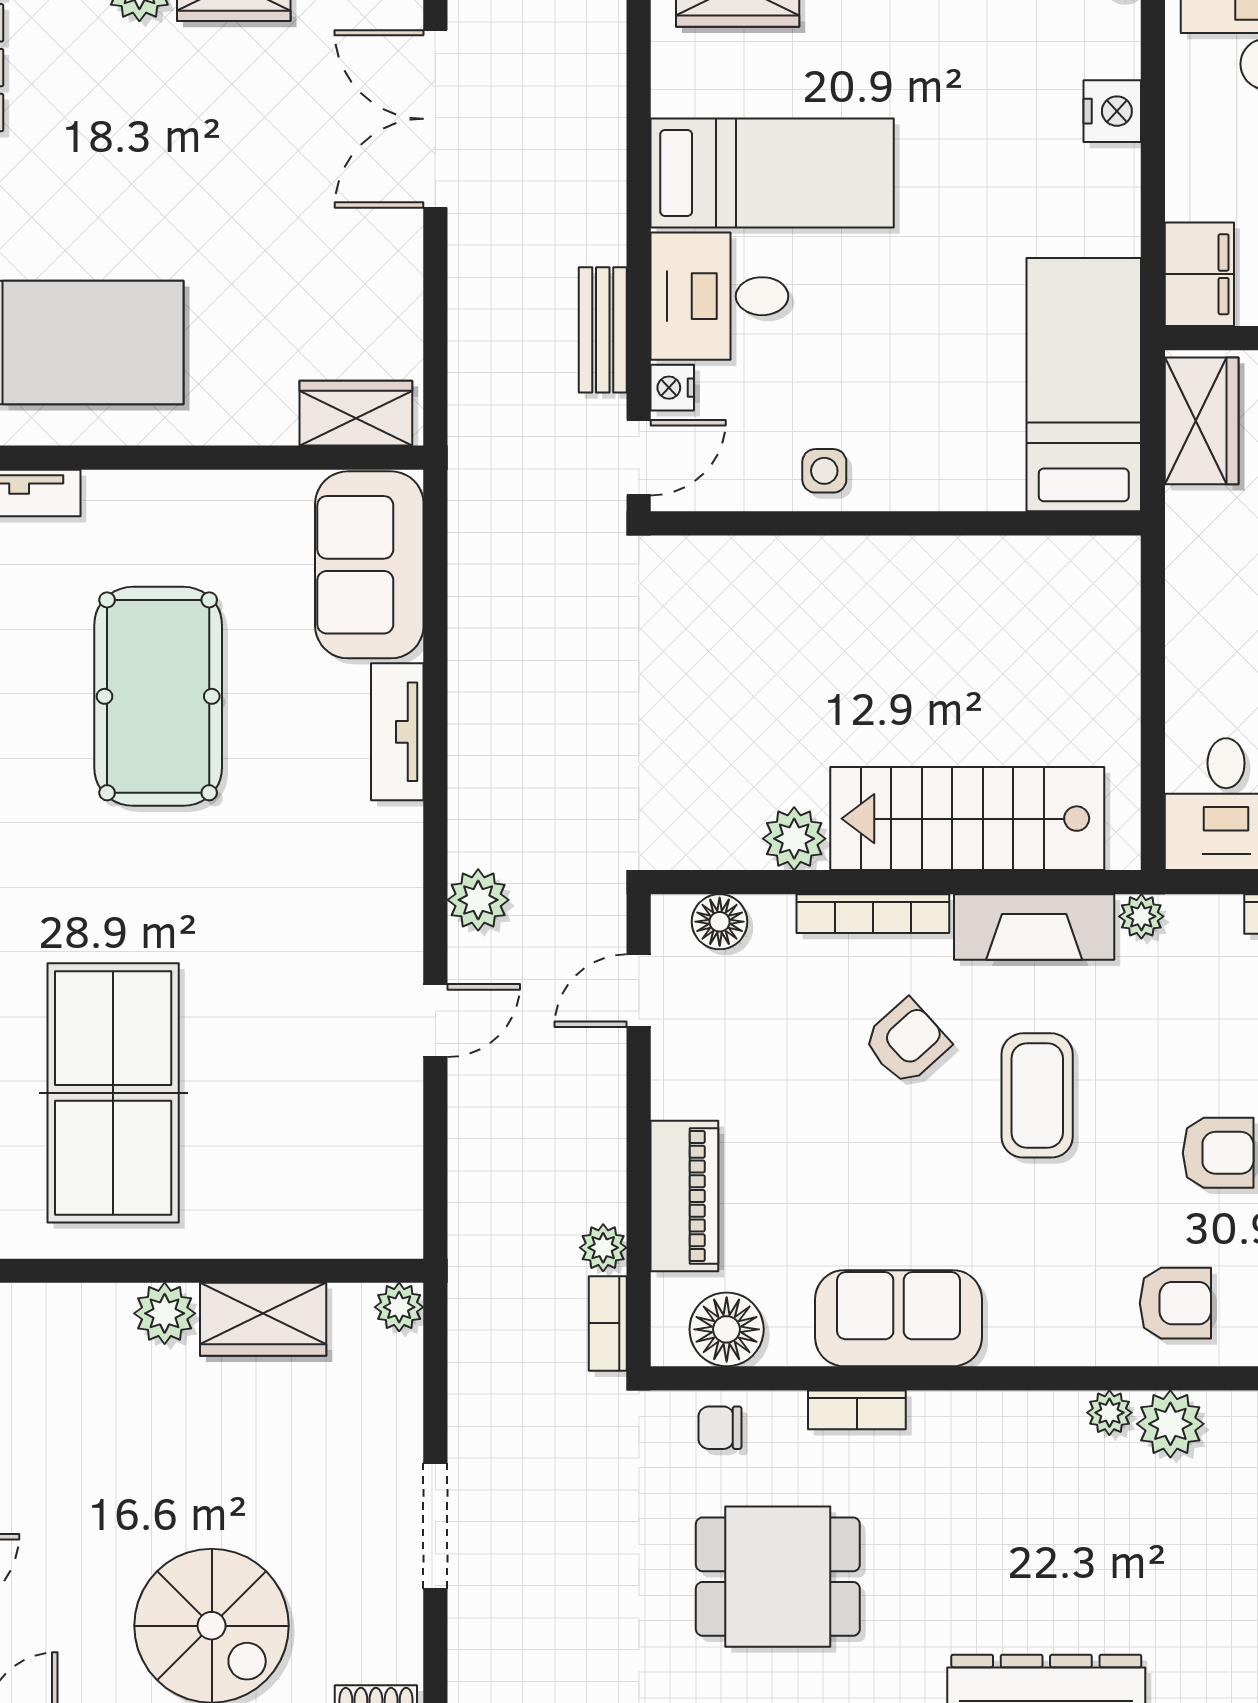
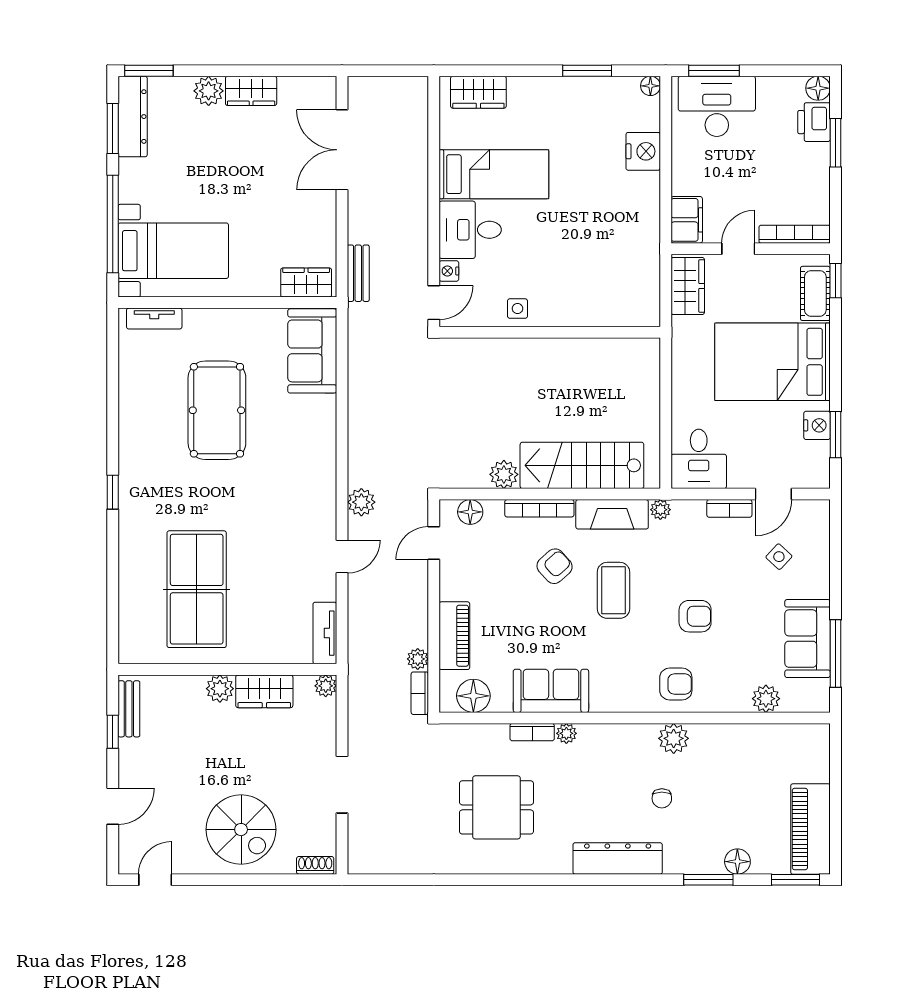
nightstand: (1112, 111) -> (643, 151), width x1.36, depth x1.33
bench: (603, 330) -> (358, 273), moved
bed: (1084, 385) -> (635, 270), removed
tv unit: (397, 732) -> (325, 633), moved
plant: (1109, 1413) -> (566, 733), moved
chair: (720, 1428) -> (662, 798), moved, turned -90

